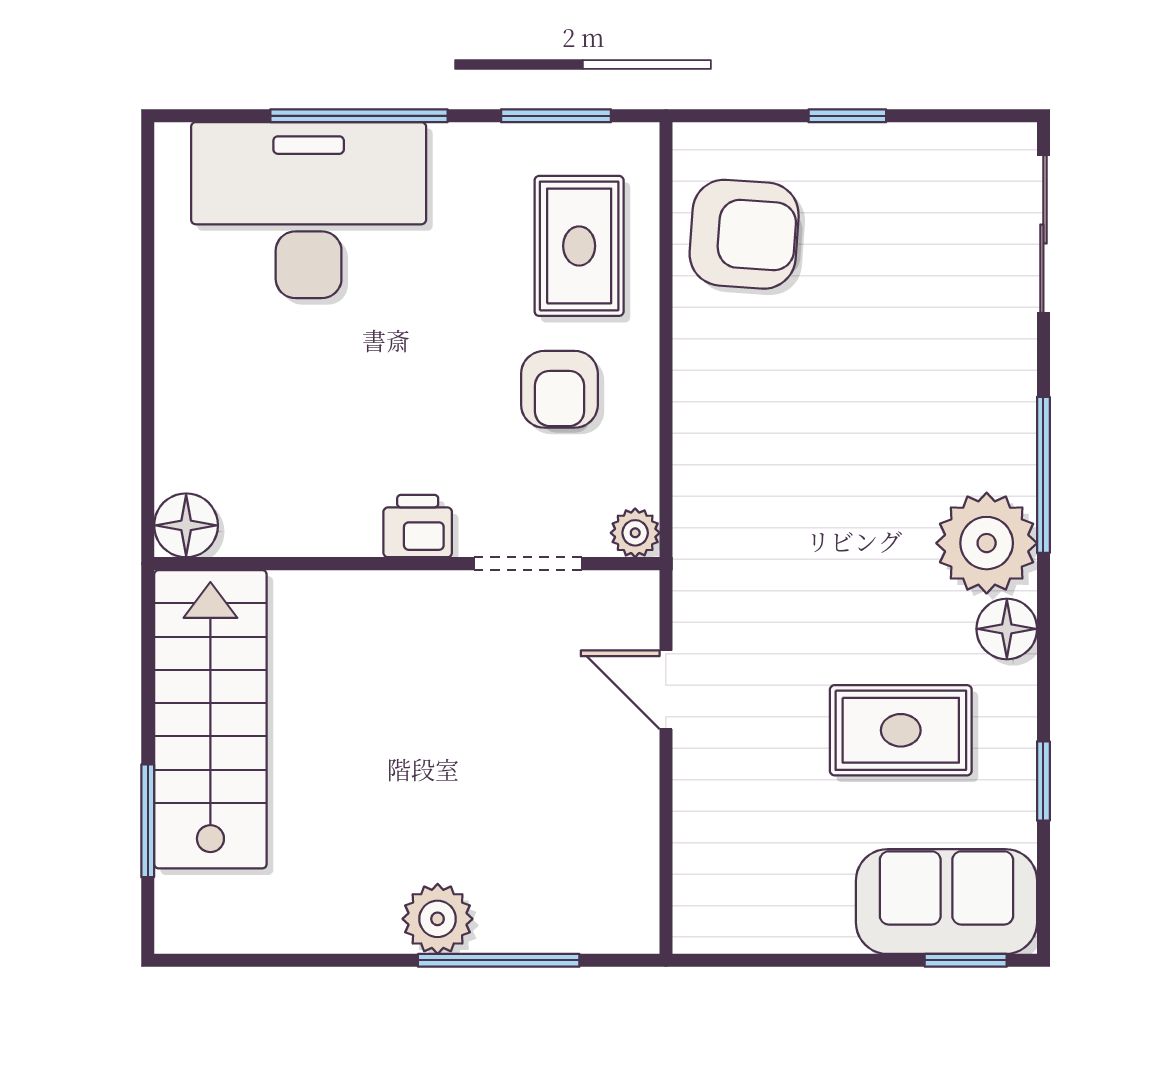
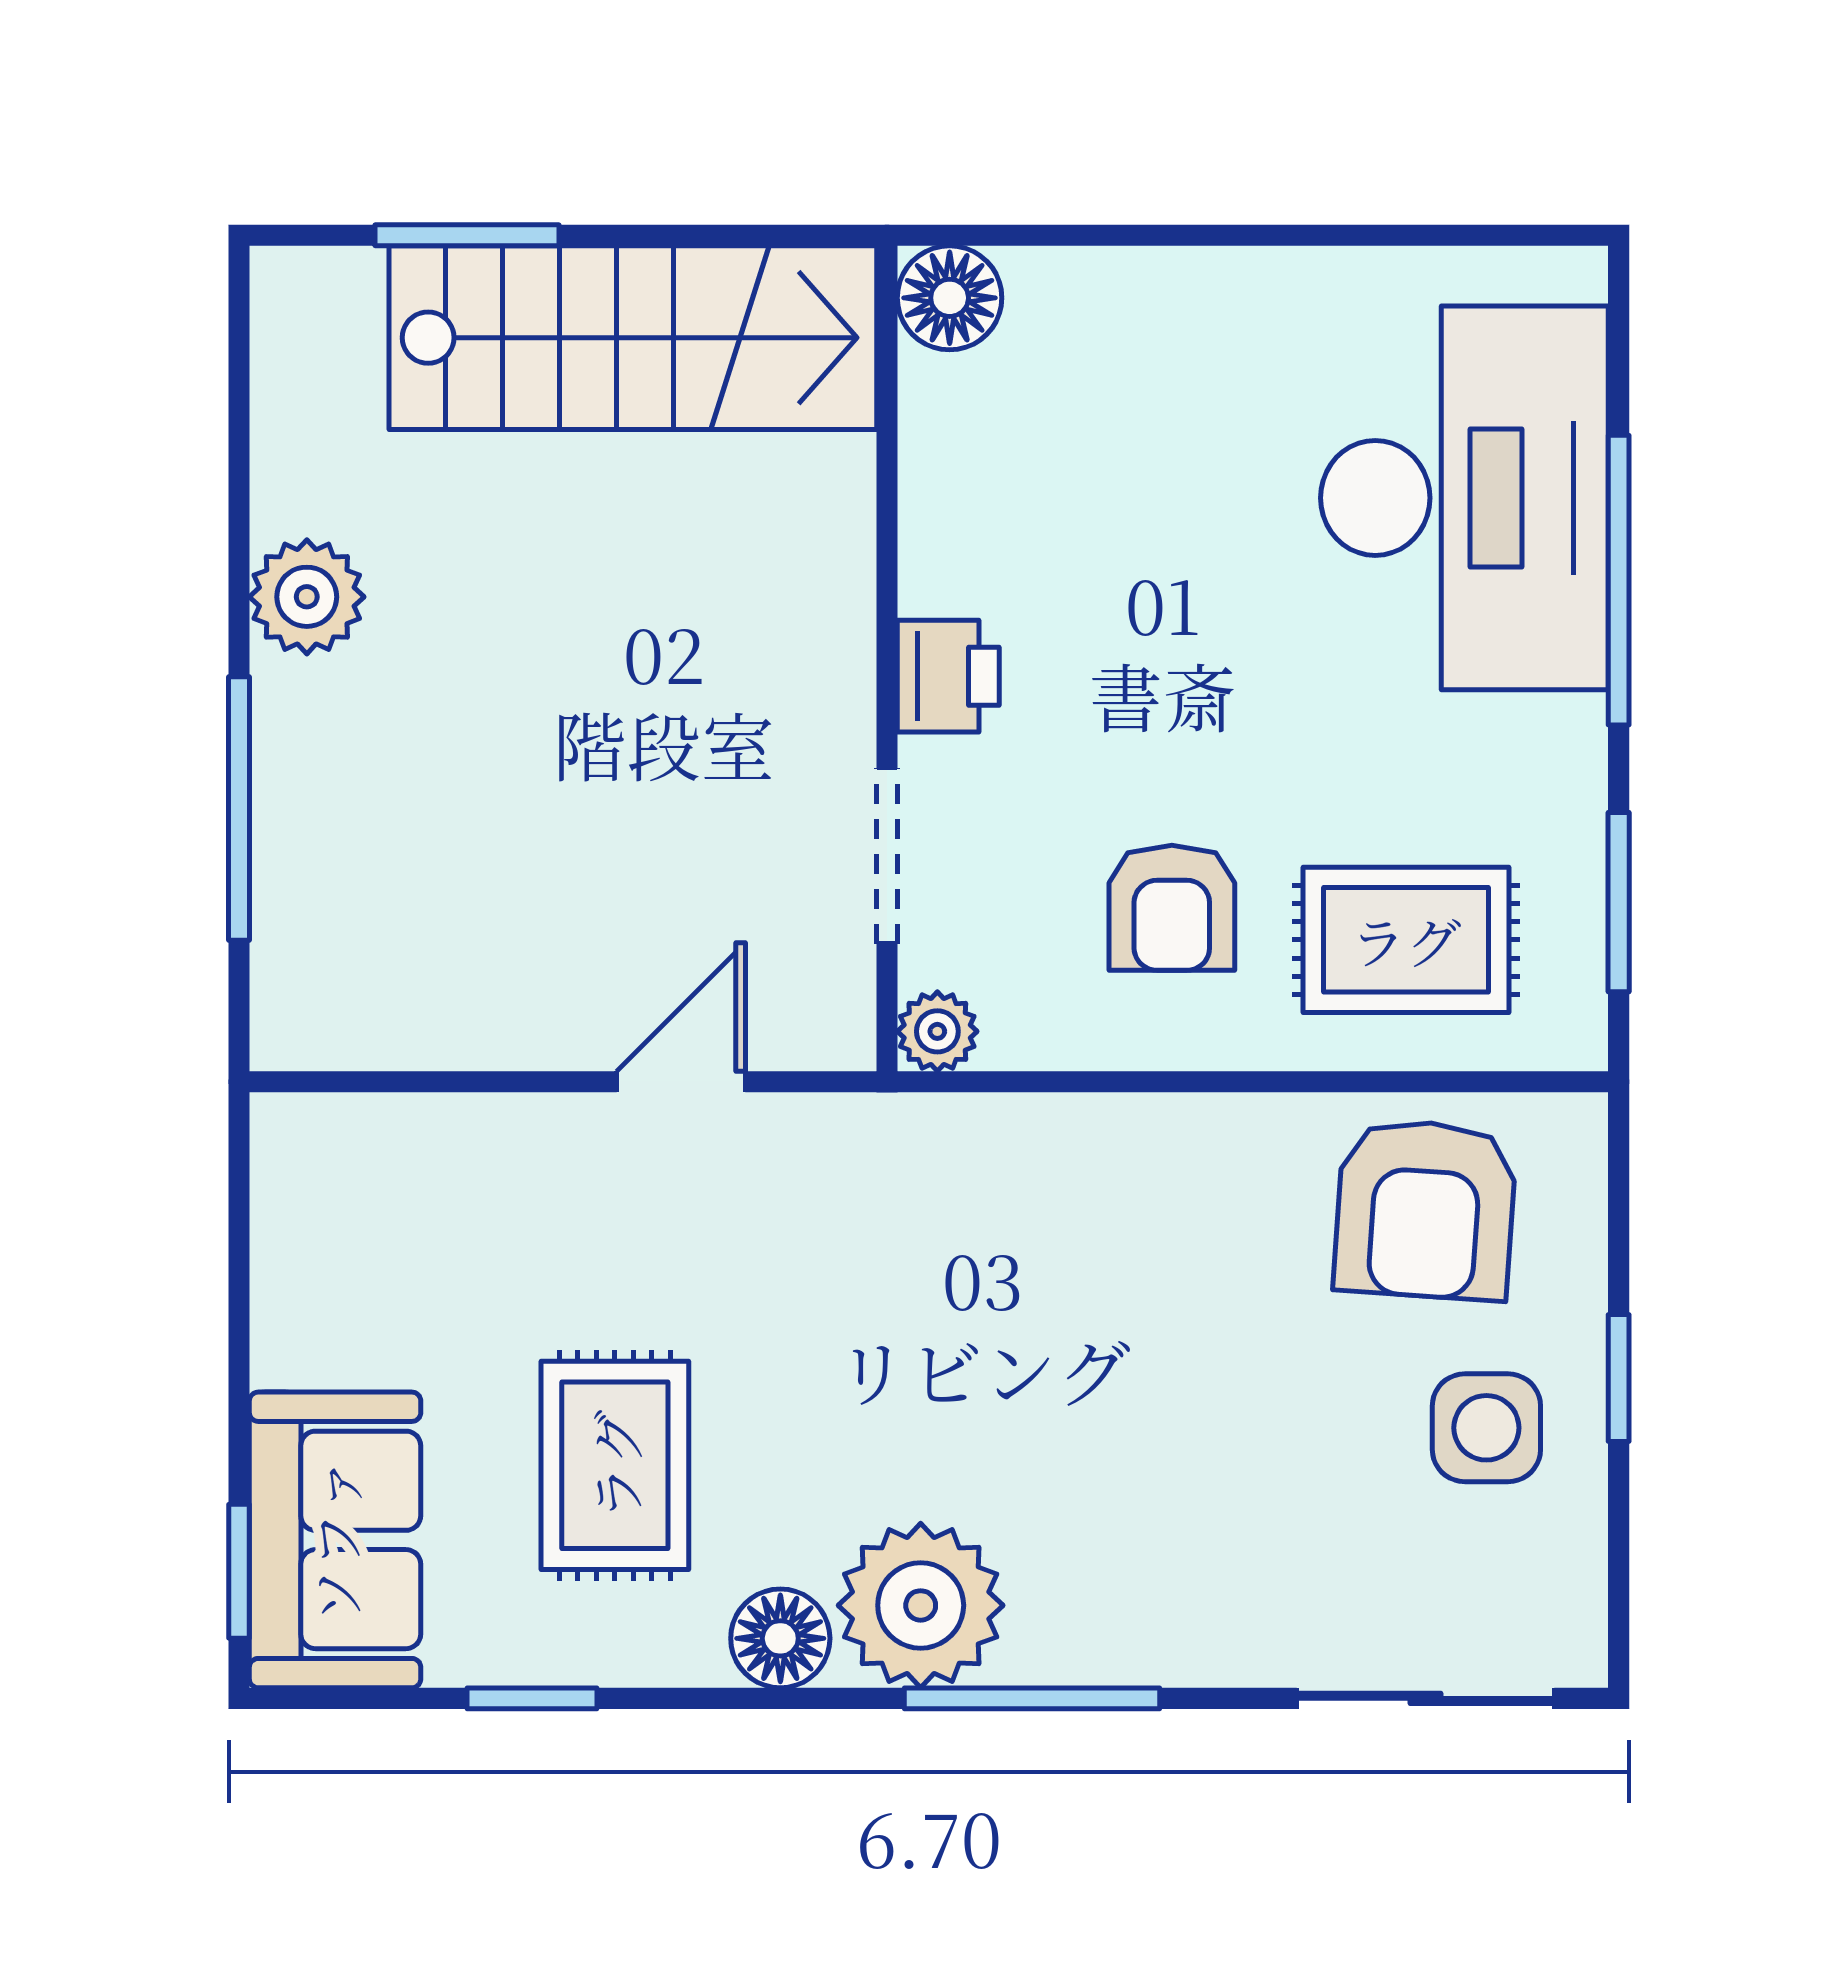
side table: (878, 197) -> (1486, 1428), added
armchair: (559, 389) -> (1172, 908), turned -90
plant: (438, 919) -> (307, 597), moved

